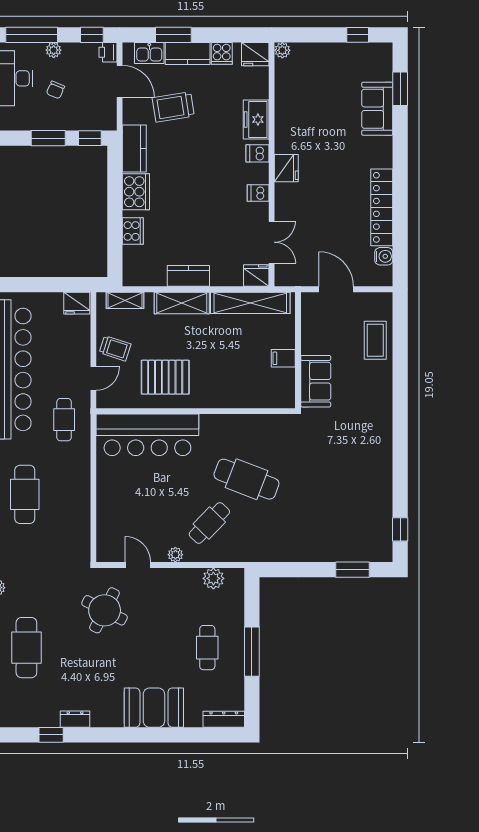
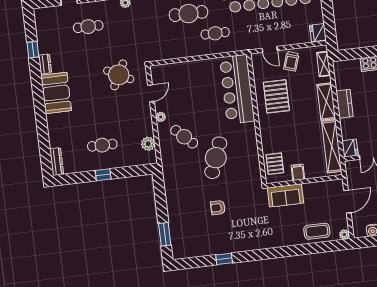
plant: (385, 300) -> (344, 234), added
pallet: (266, 392) -> (275, 164), added
cafe table: (64, 420) -> (215, 33), moved
armchair: (322, 485) -> (218, 208), added
window: (400, 529) -> (224, 259), moved
cafe table: (26, 648) -> (88, 27), width x0.73, depth x0.74
window: (252, 652) -> (103, 175), width x0.46
booth: (154, 708) -> (56, 93), moved

